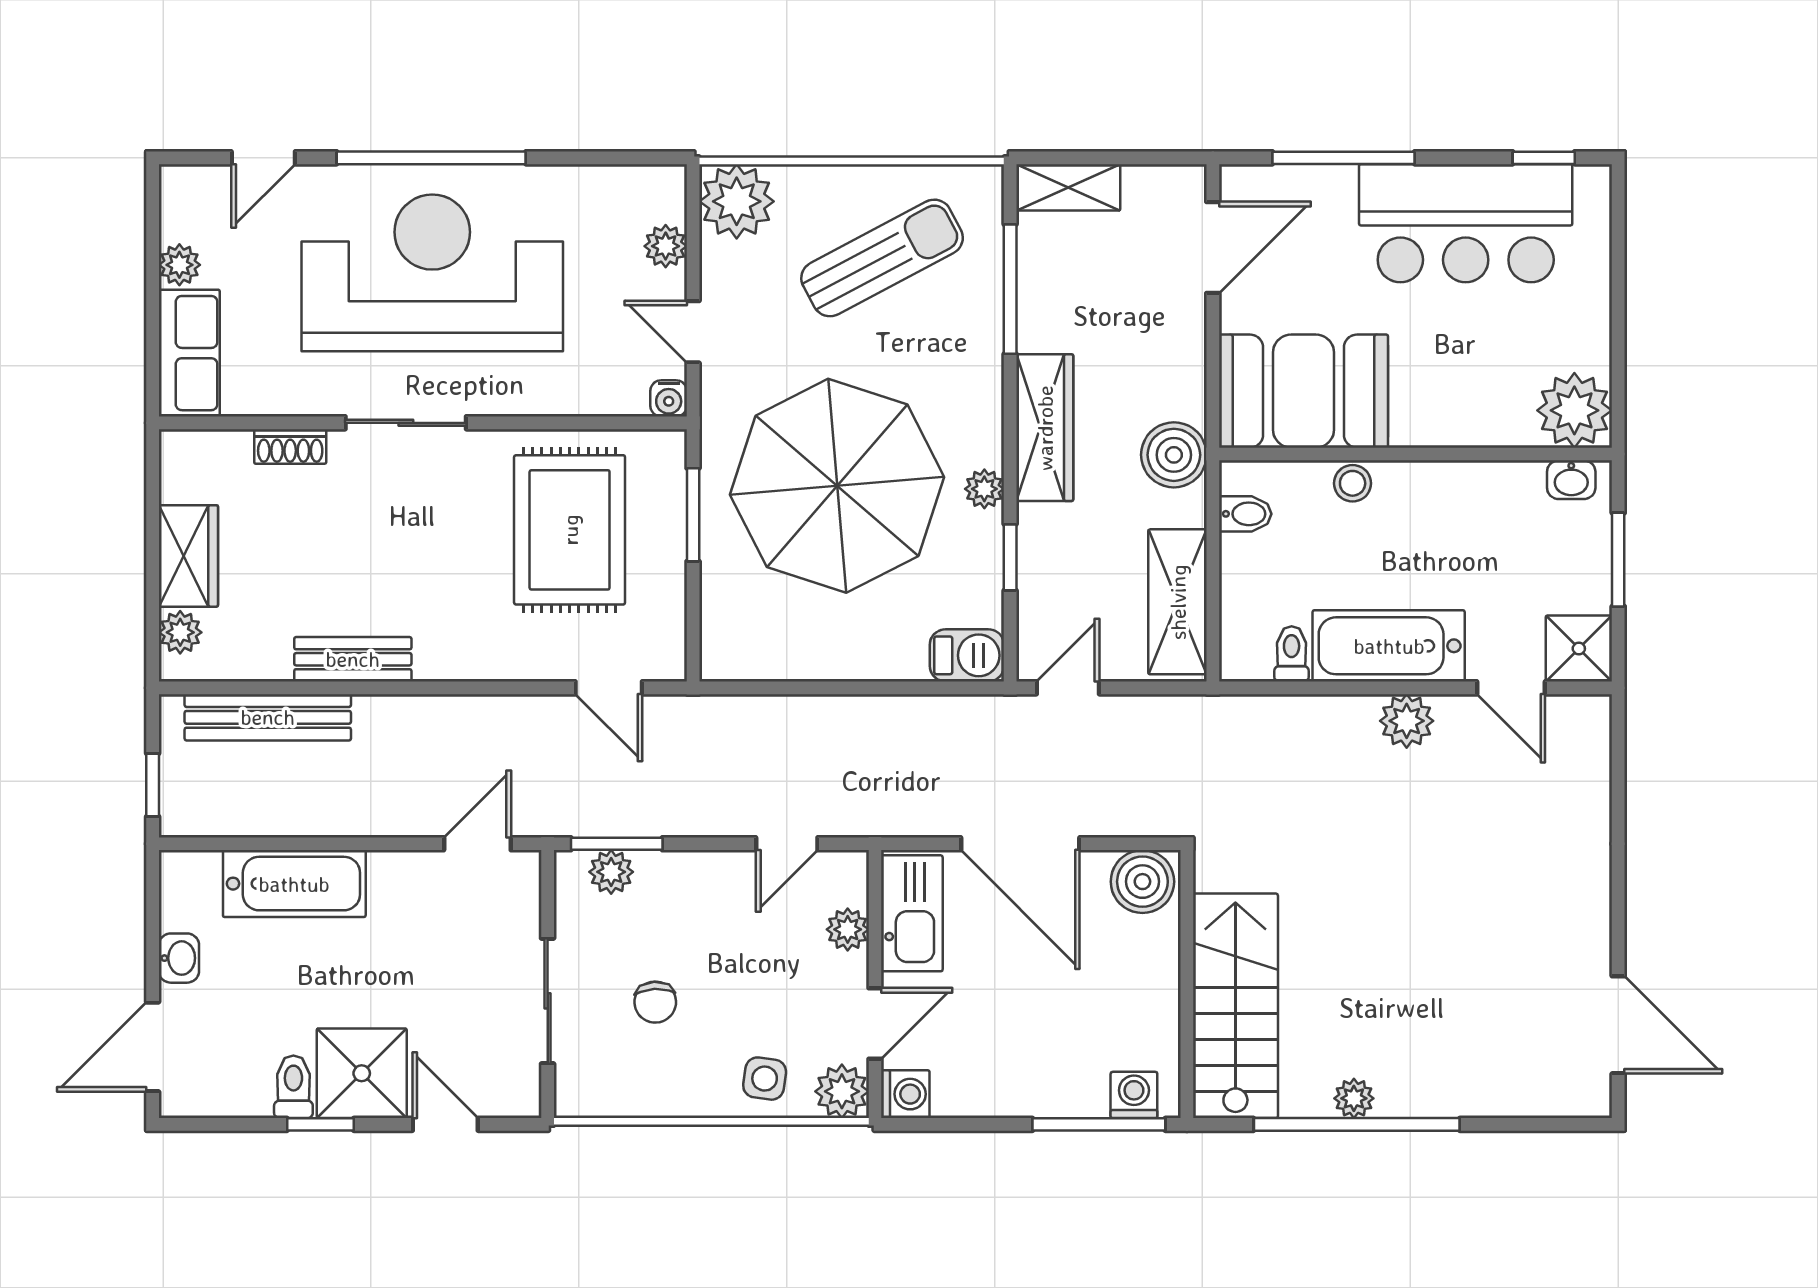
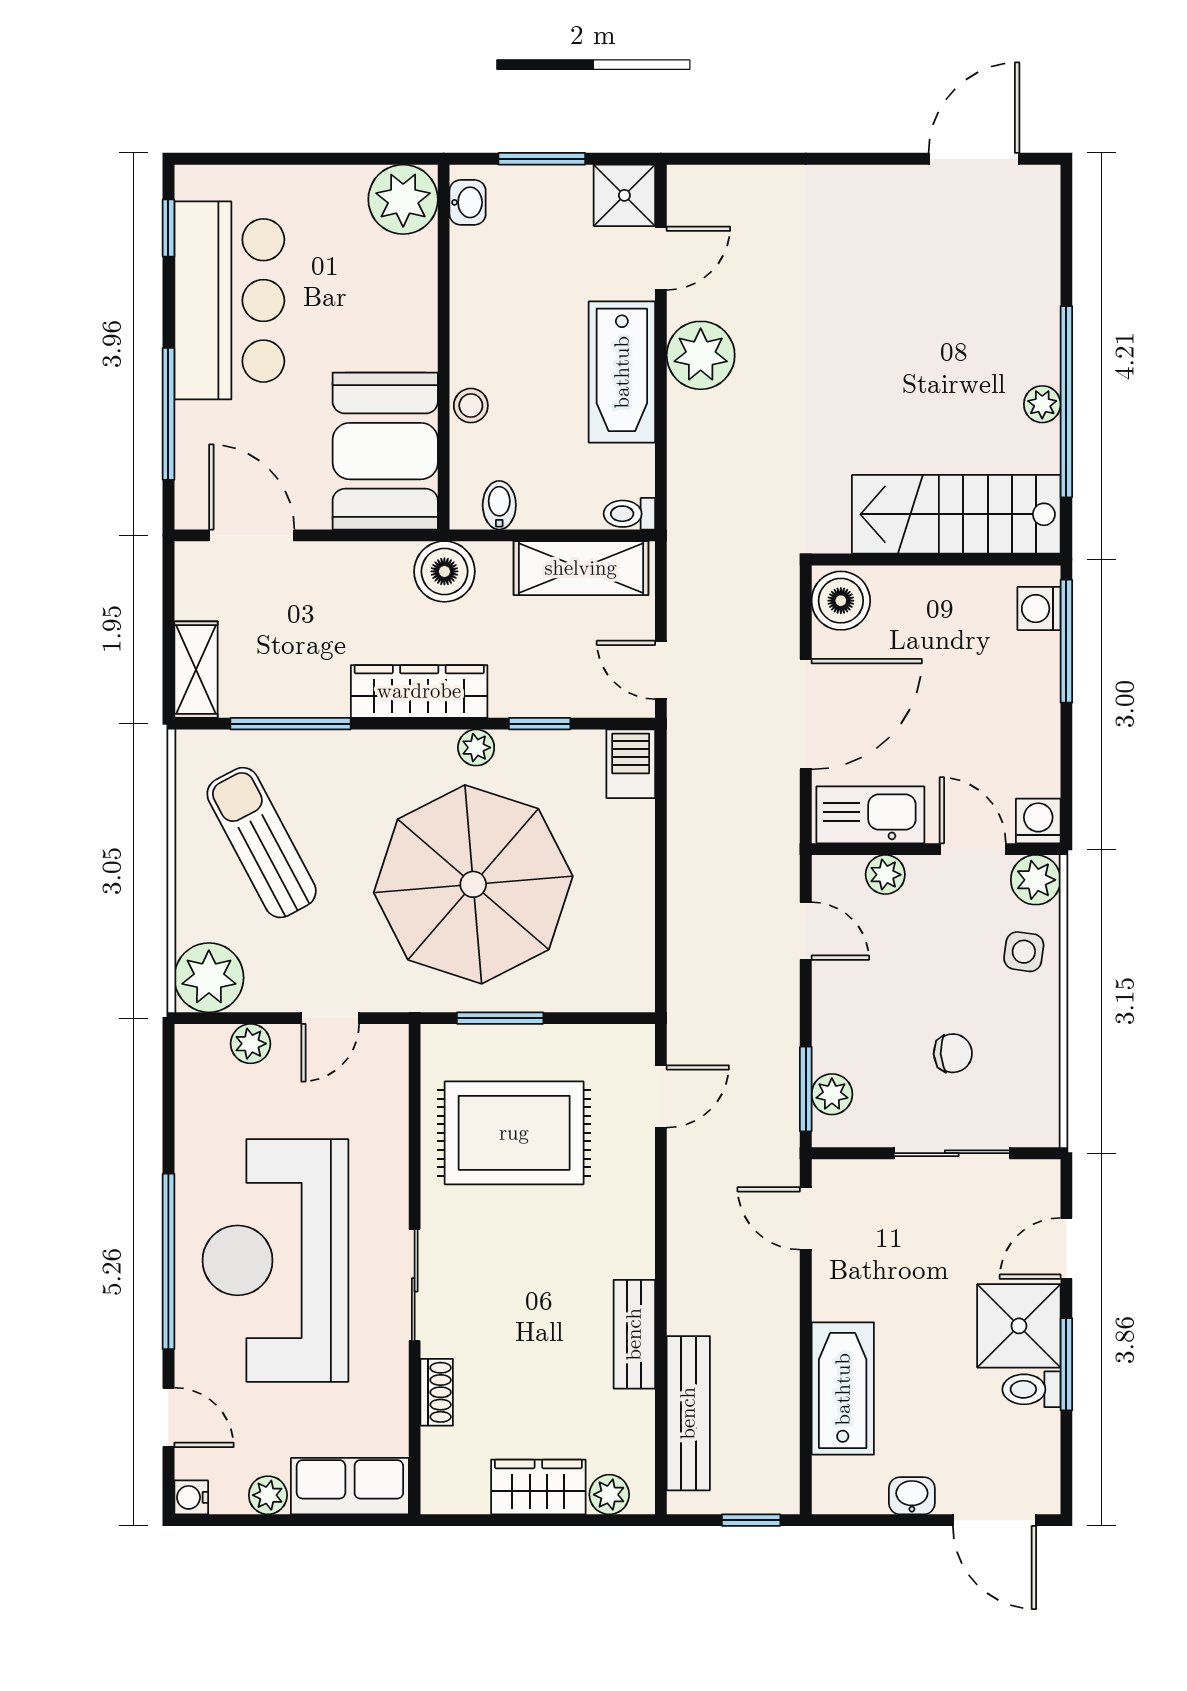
water cooler: (669, 398) -> (191, 1497), moved, turned 180
toilet: (1292, 654) -> (629, 514), moved
plant: (1407, 721) -> (701, 355), width x1.36, depth x1.36
window: (320, 1124) -> (1066, 1364), width x1.50

